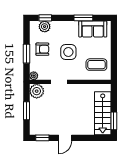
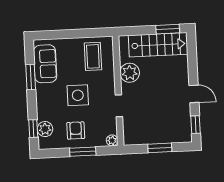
plant: (37, 91) -> (130, 73), moved

